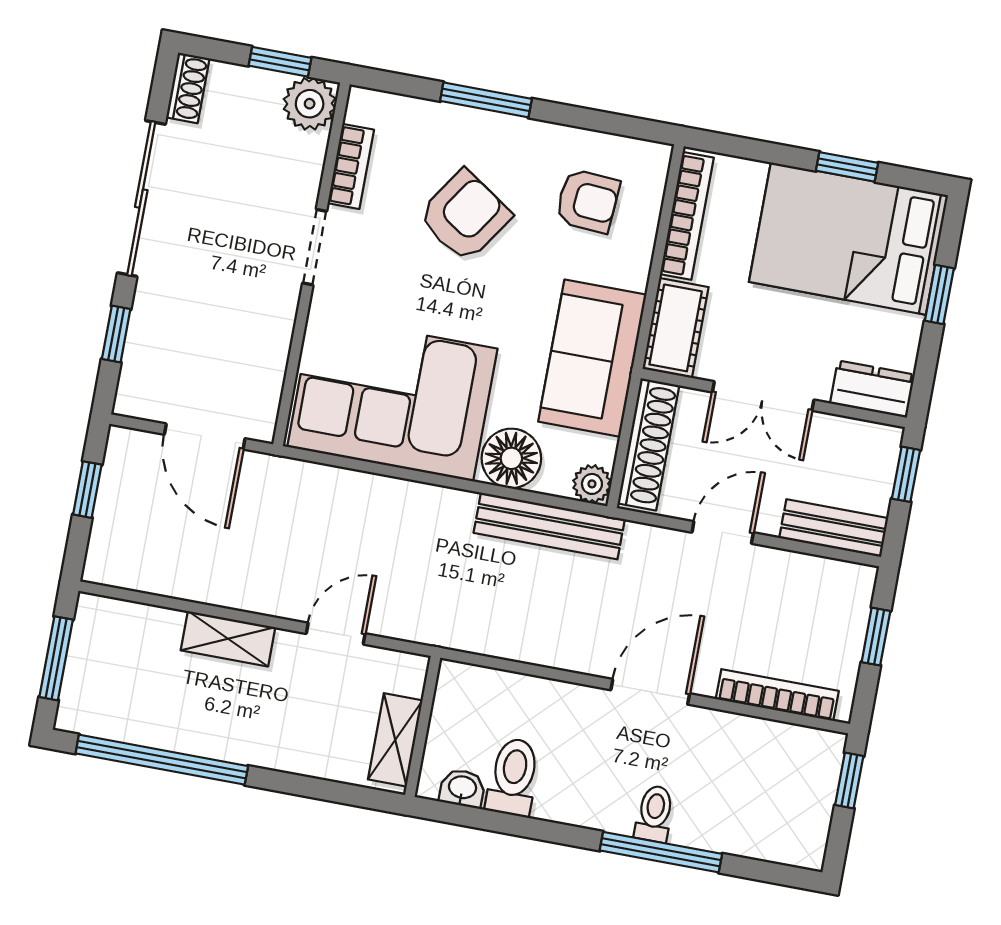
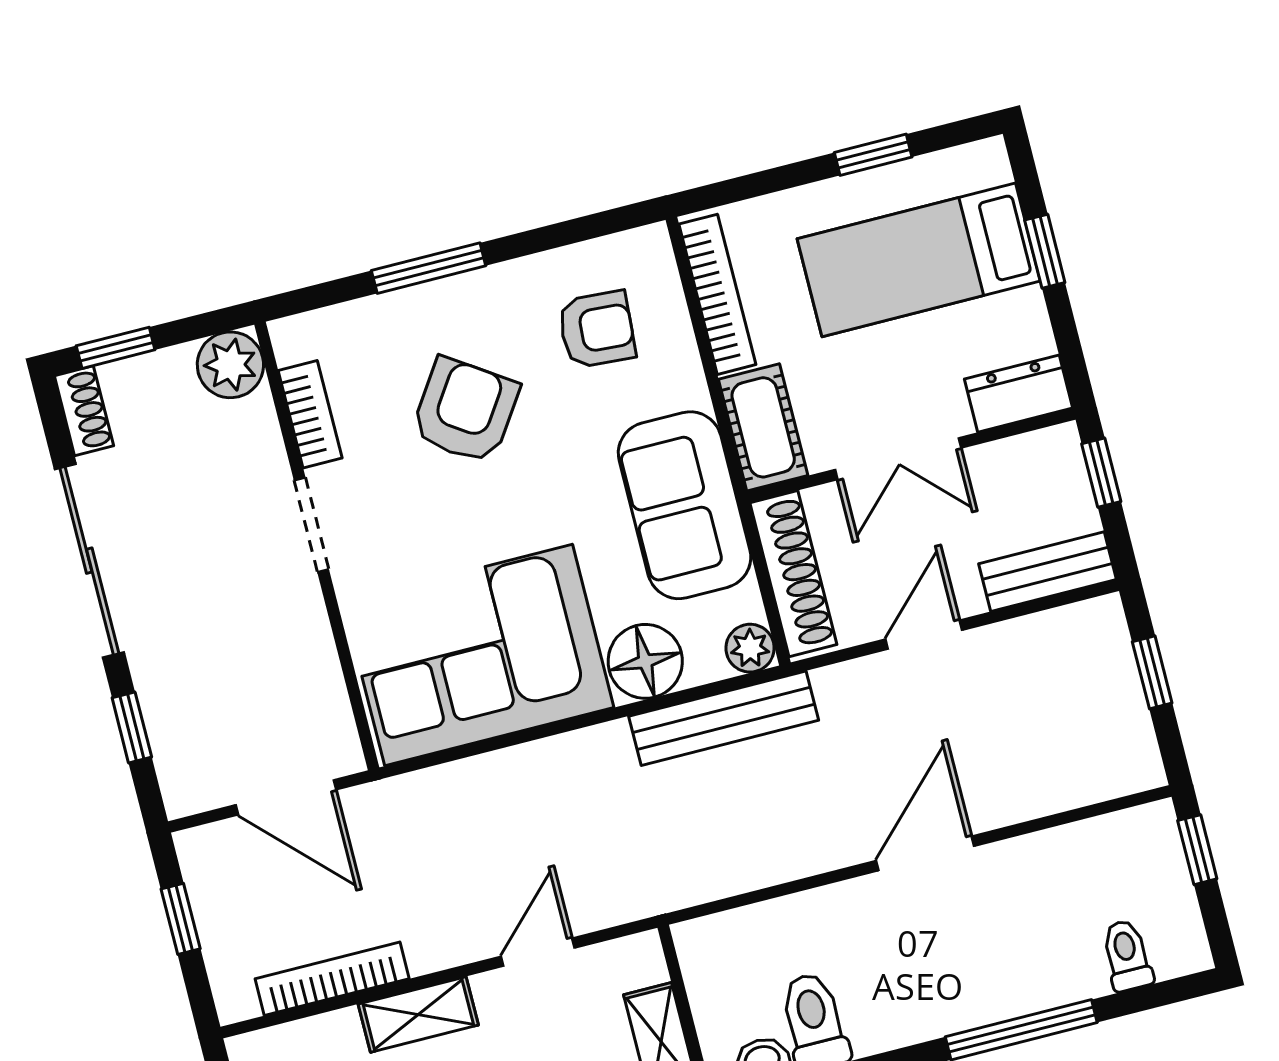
window: (280, 62) -> (116, 348), moved
bed: (848, 239) -> (919, 260), width x0.67
bookcase: (777, 695) -> (332, 979), moved
toilet: (654, 814) -> (1127, 955), moved

